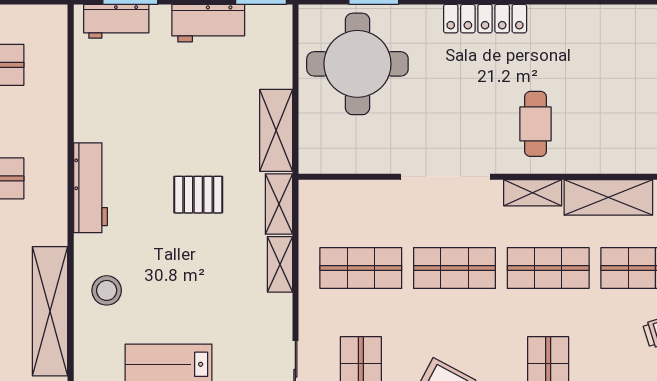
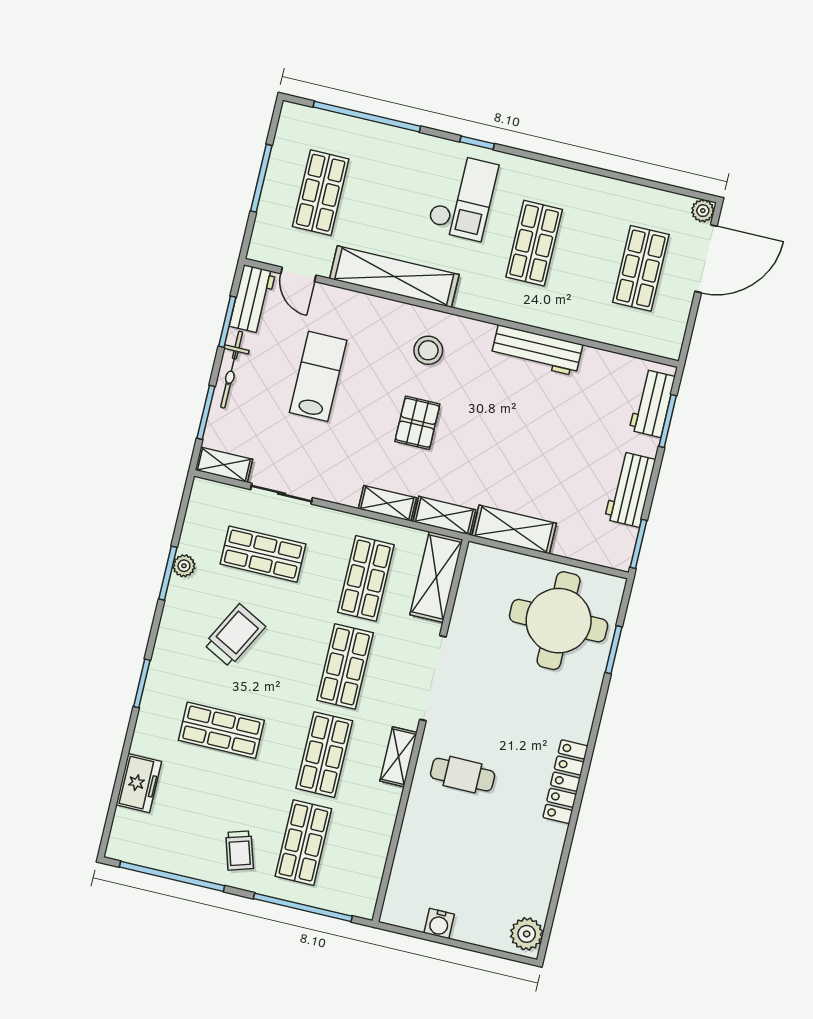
locker: (485, 19) -> (565, 782), moved
workbench: (90, 188) -> (537, 350), moved
pallet: (198, 195) -> (417, 423), moved
shelving: (608, 197) -> (436, 577), moved
stool: (107, 290) -> (428, 350), moved

